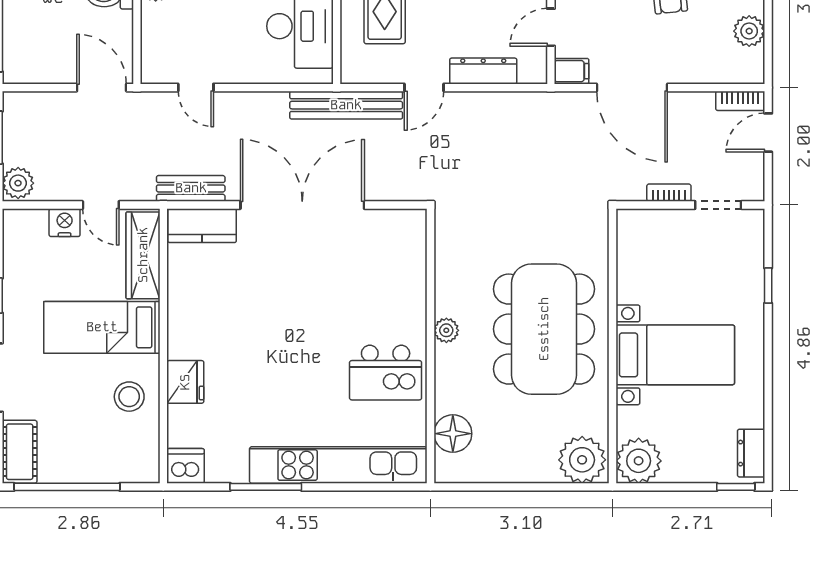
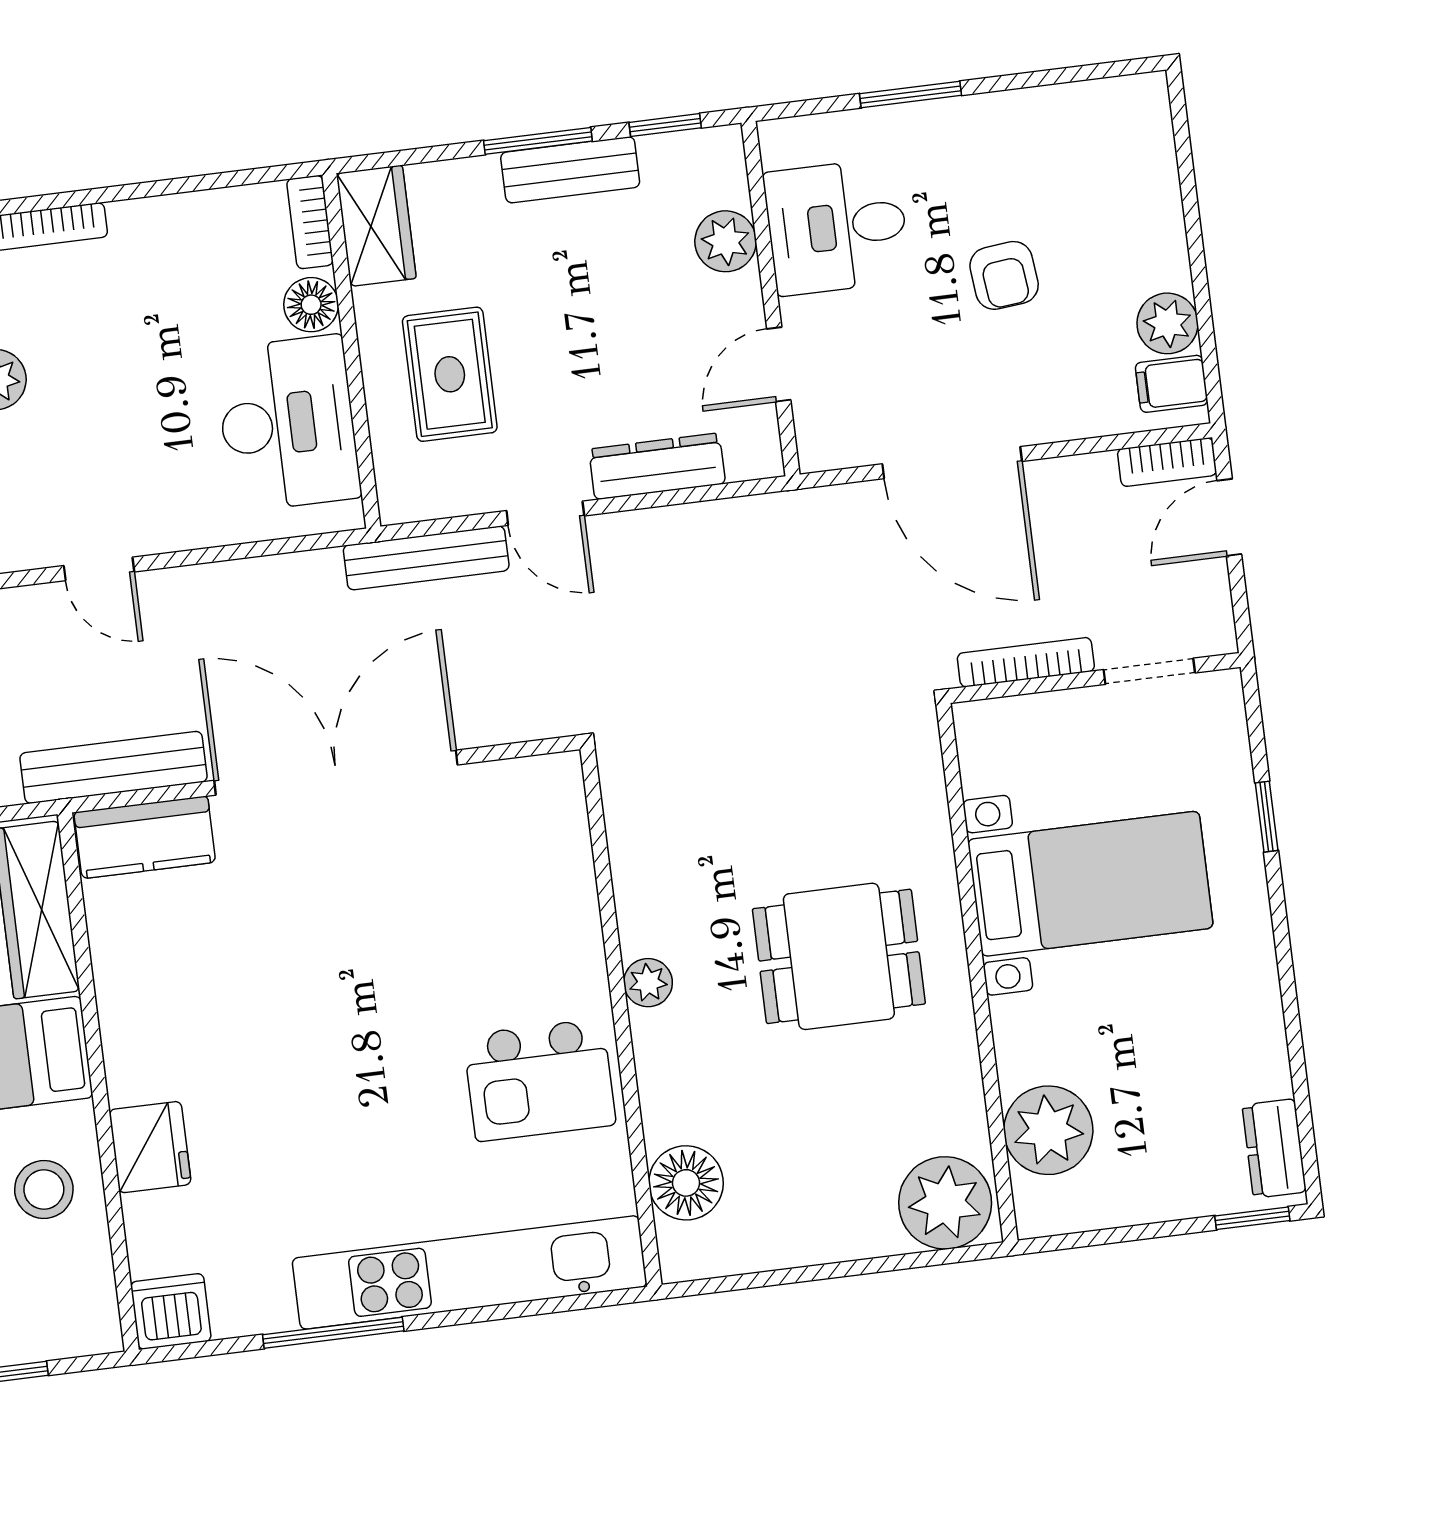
filing cabinet: (572, 71) -> (1172, 384), moved, turned 180
door: (424, 88) -> (545, 513), hinge flipped
bench: (346, 105) -> (426, 558), width x0.73, depth x0.82
bench: (191, 188) -> (113, 767), width x1.36
bookcase: (669, 193) -> (1026, 662), width x1.56
dining table: (544, 329) -> (839, 956), width x0.53, depth x0.80
bed with nightstands: (675, 355) -> (1090, 884), moved
plant: (639, 461) -> (1048, 1130), moved

